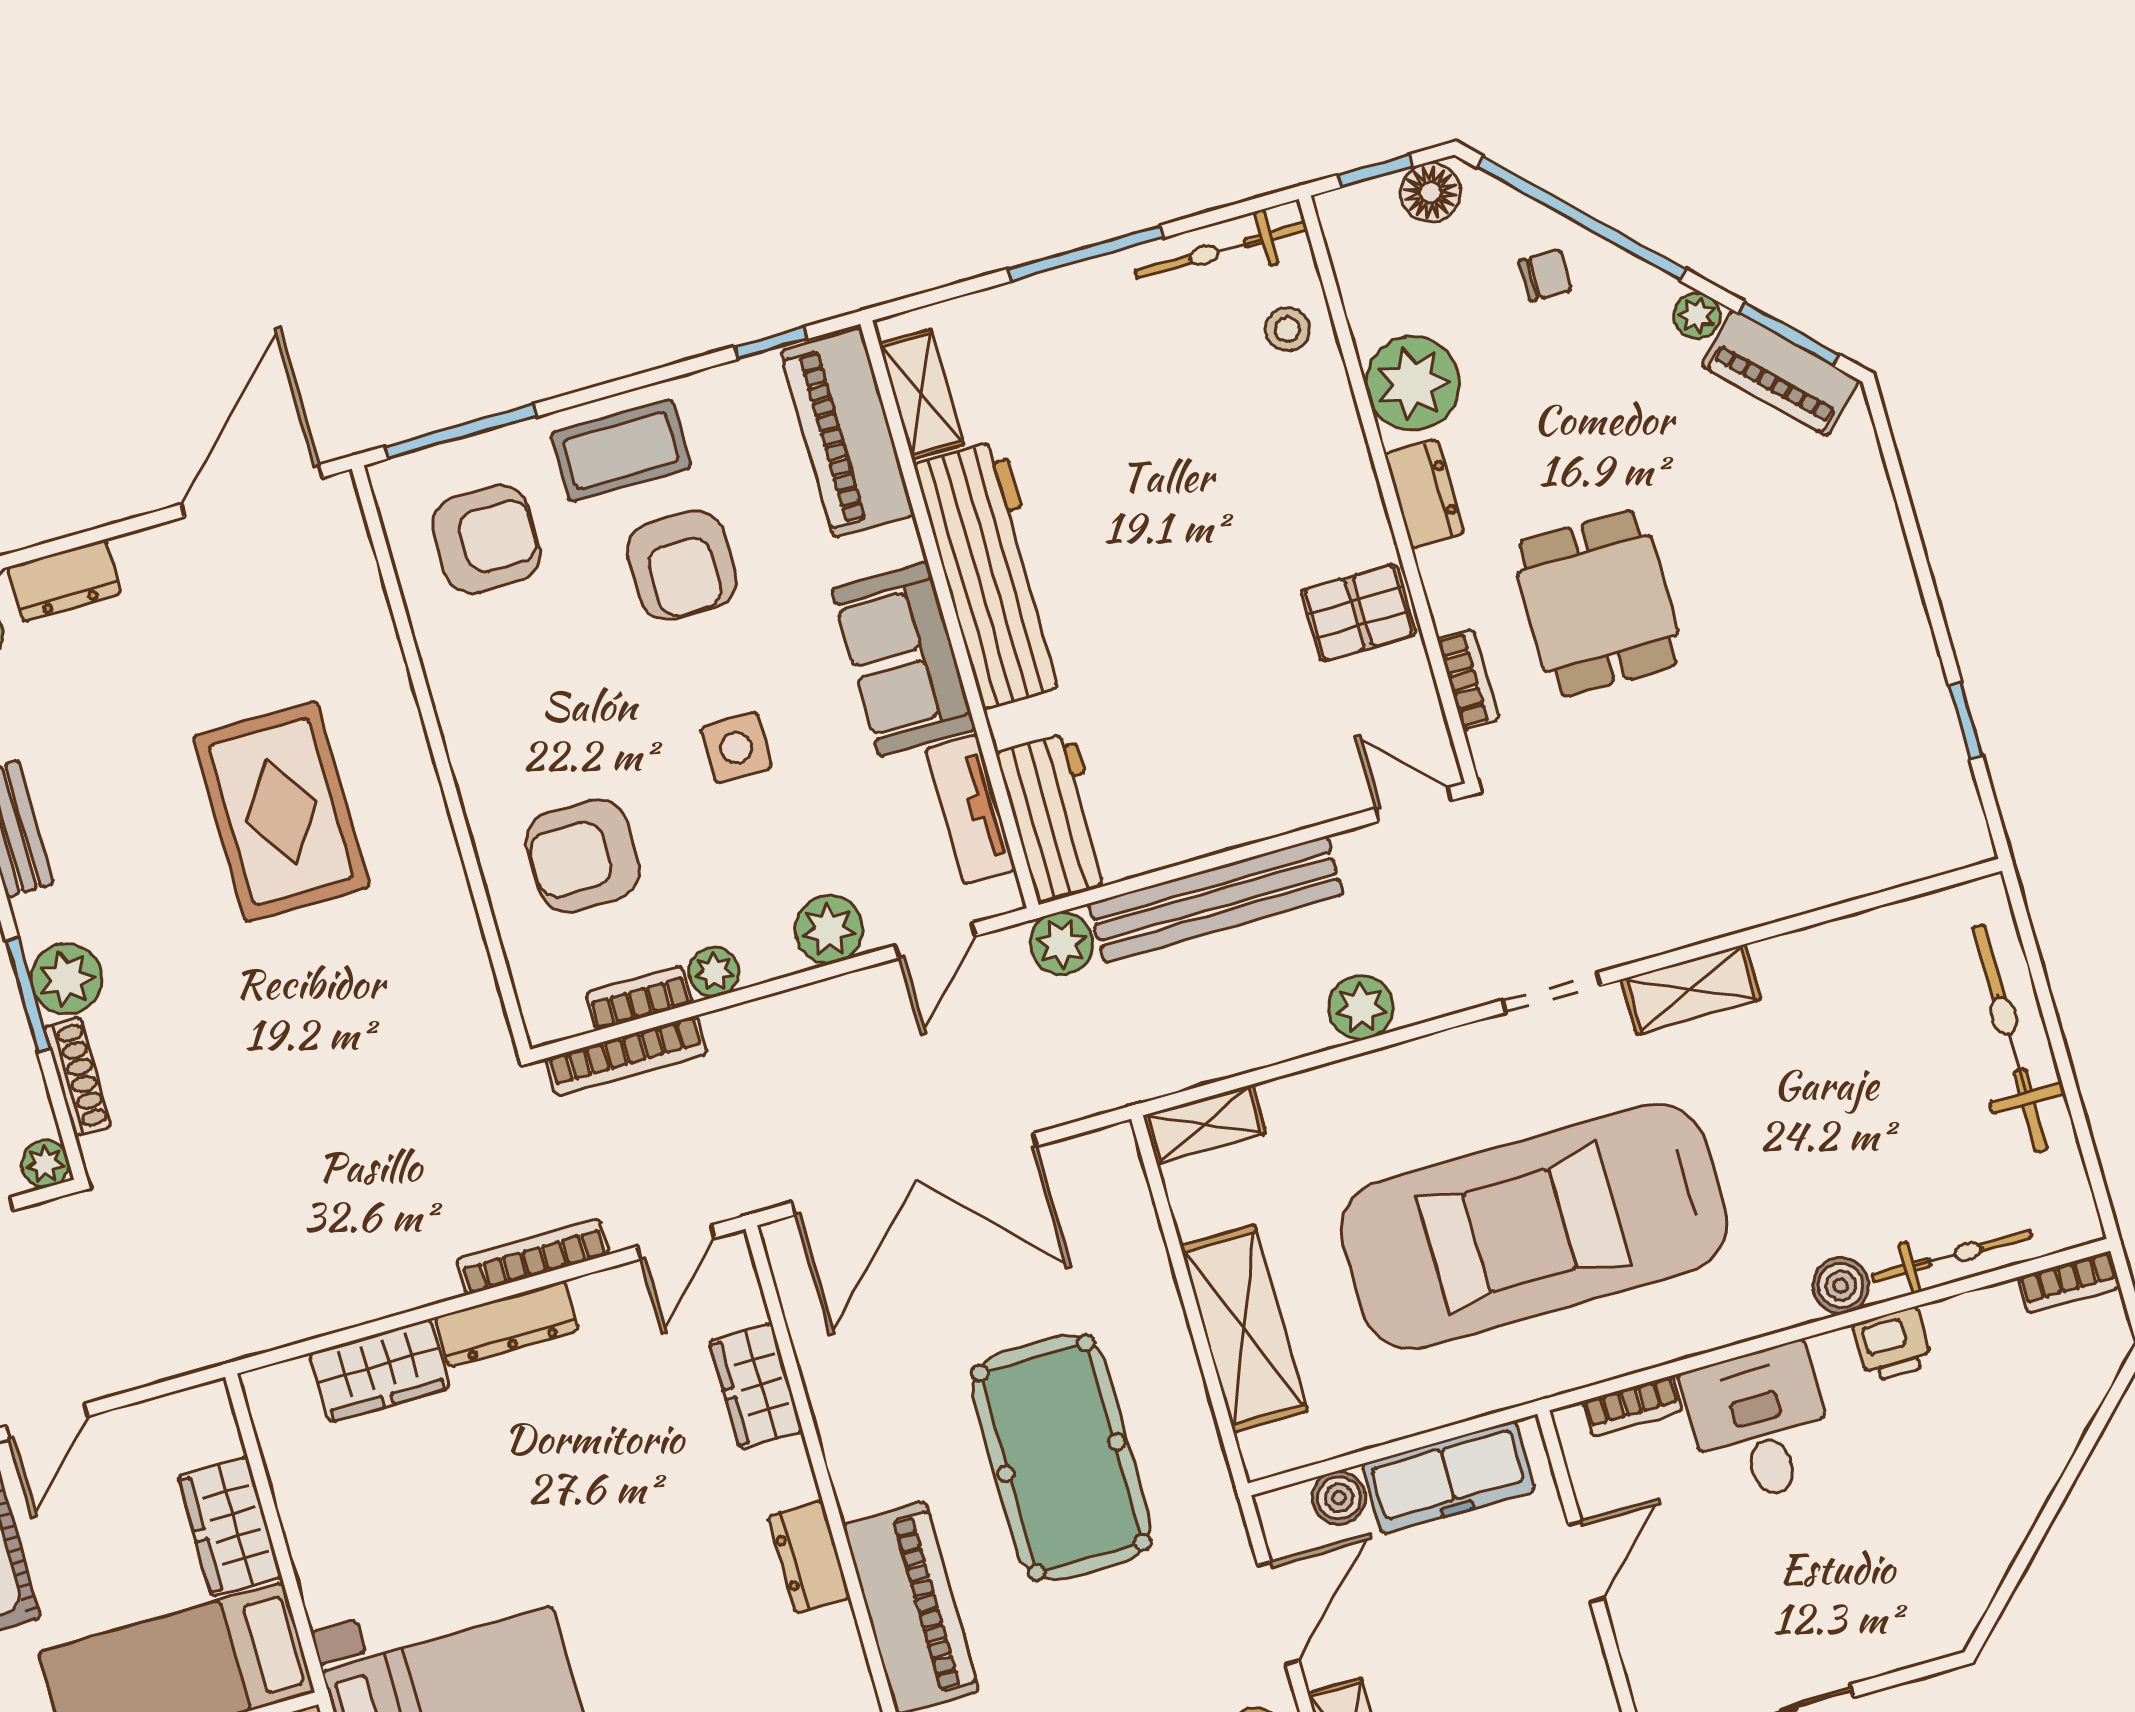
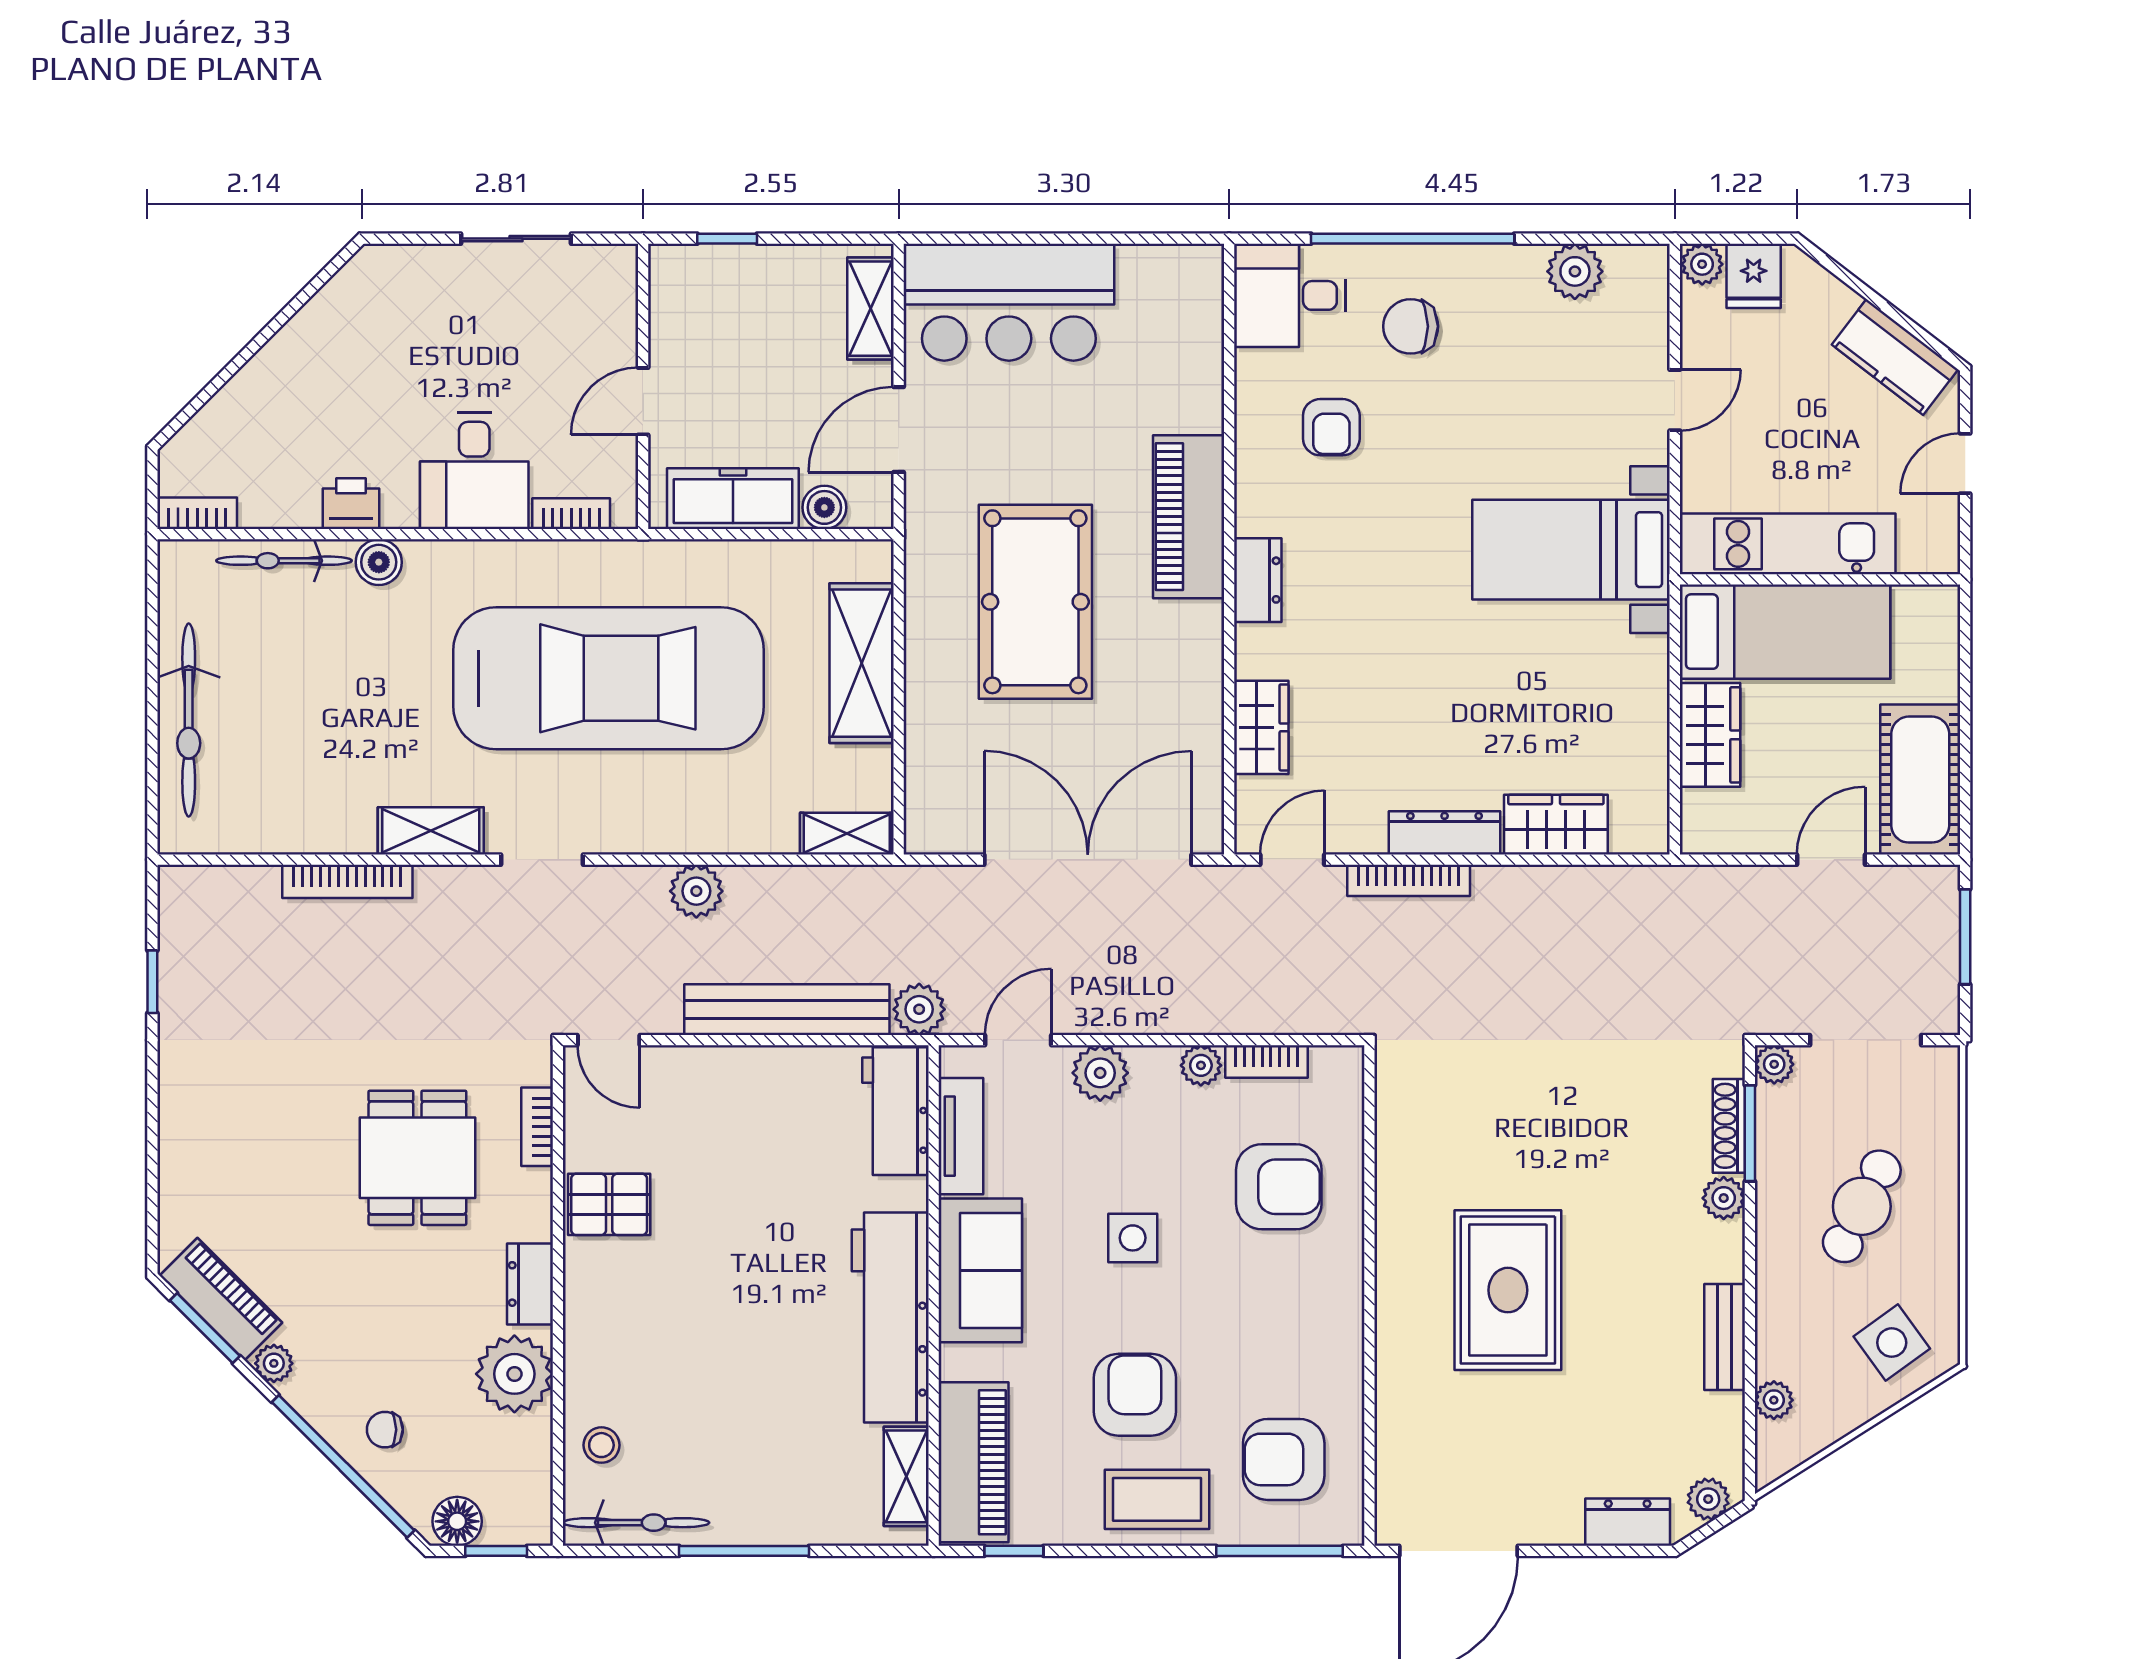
plant: (66, 979) -> (1724, 1198), width x0.73, depth x0.73
window: (28, 995) -> (1750, 1133), moved
bookcase: (626, 1056) -> (347, 881), moved, turned 180

